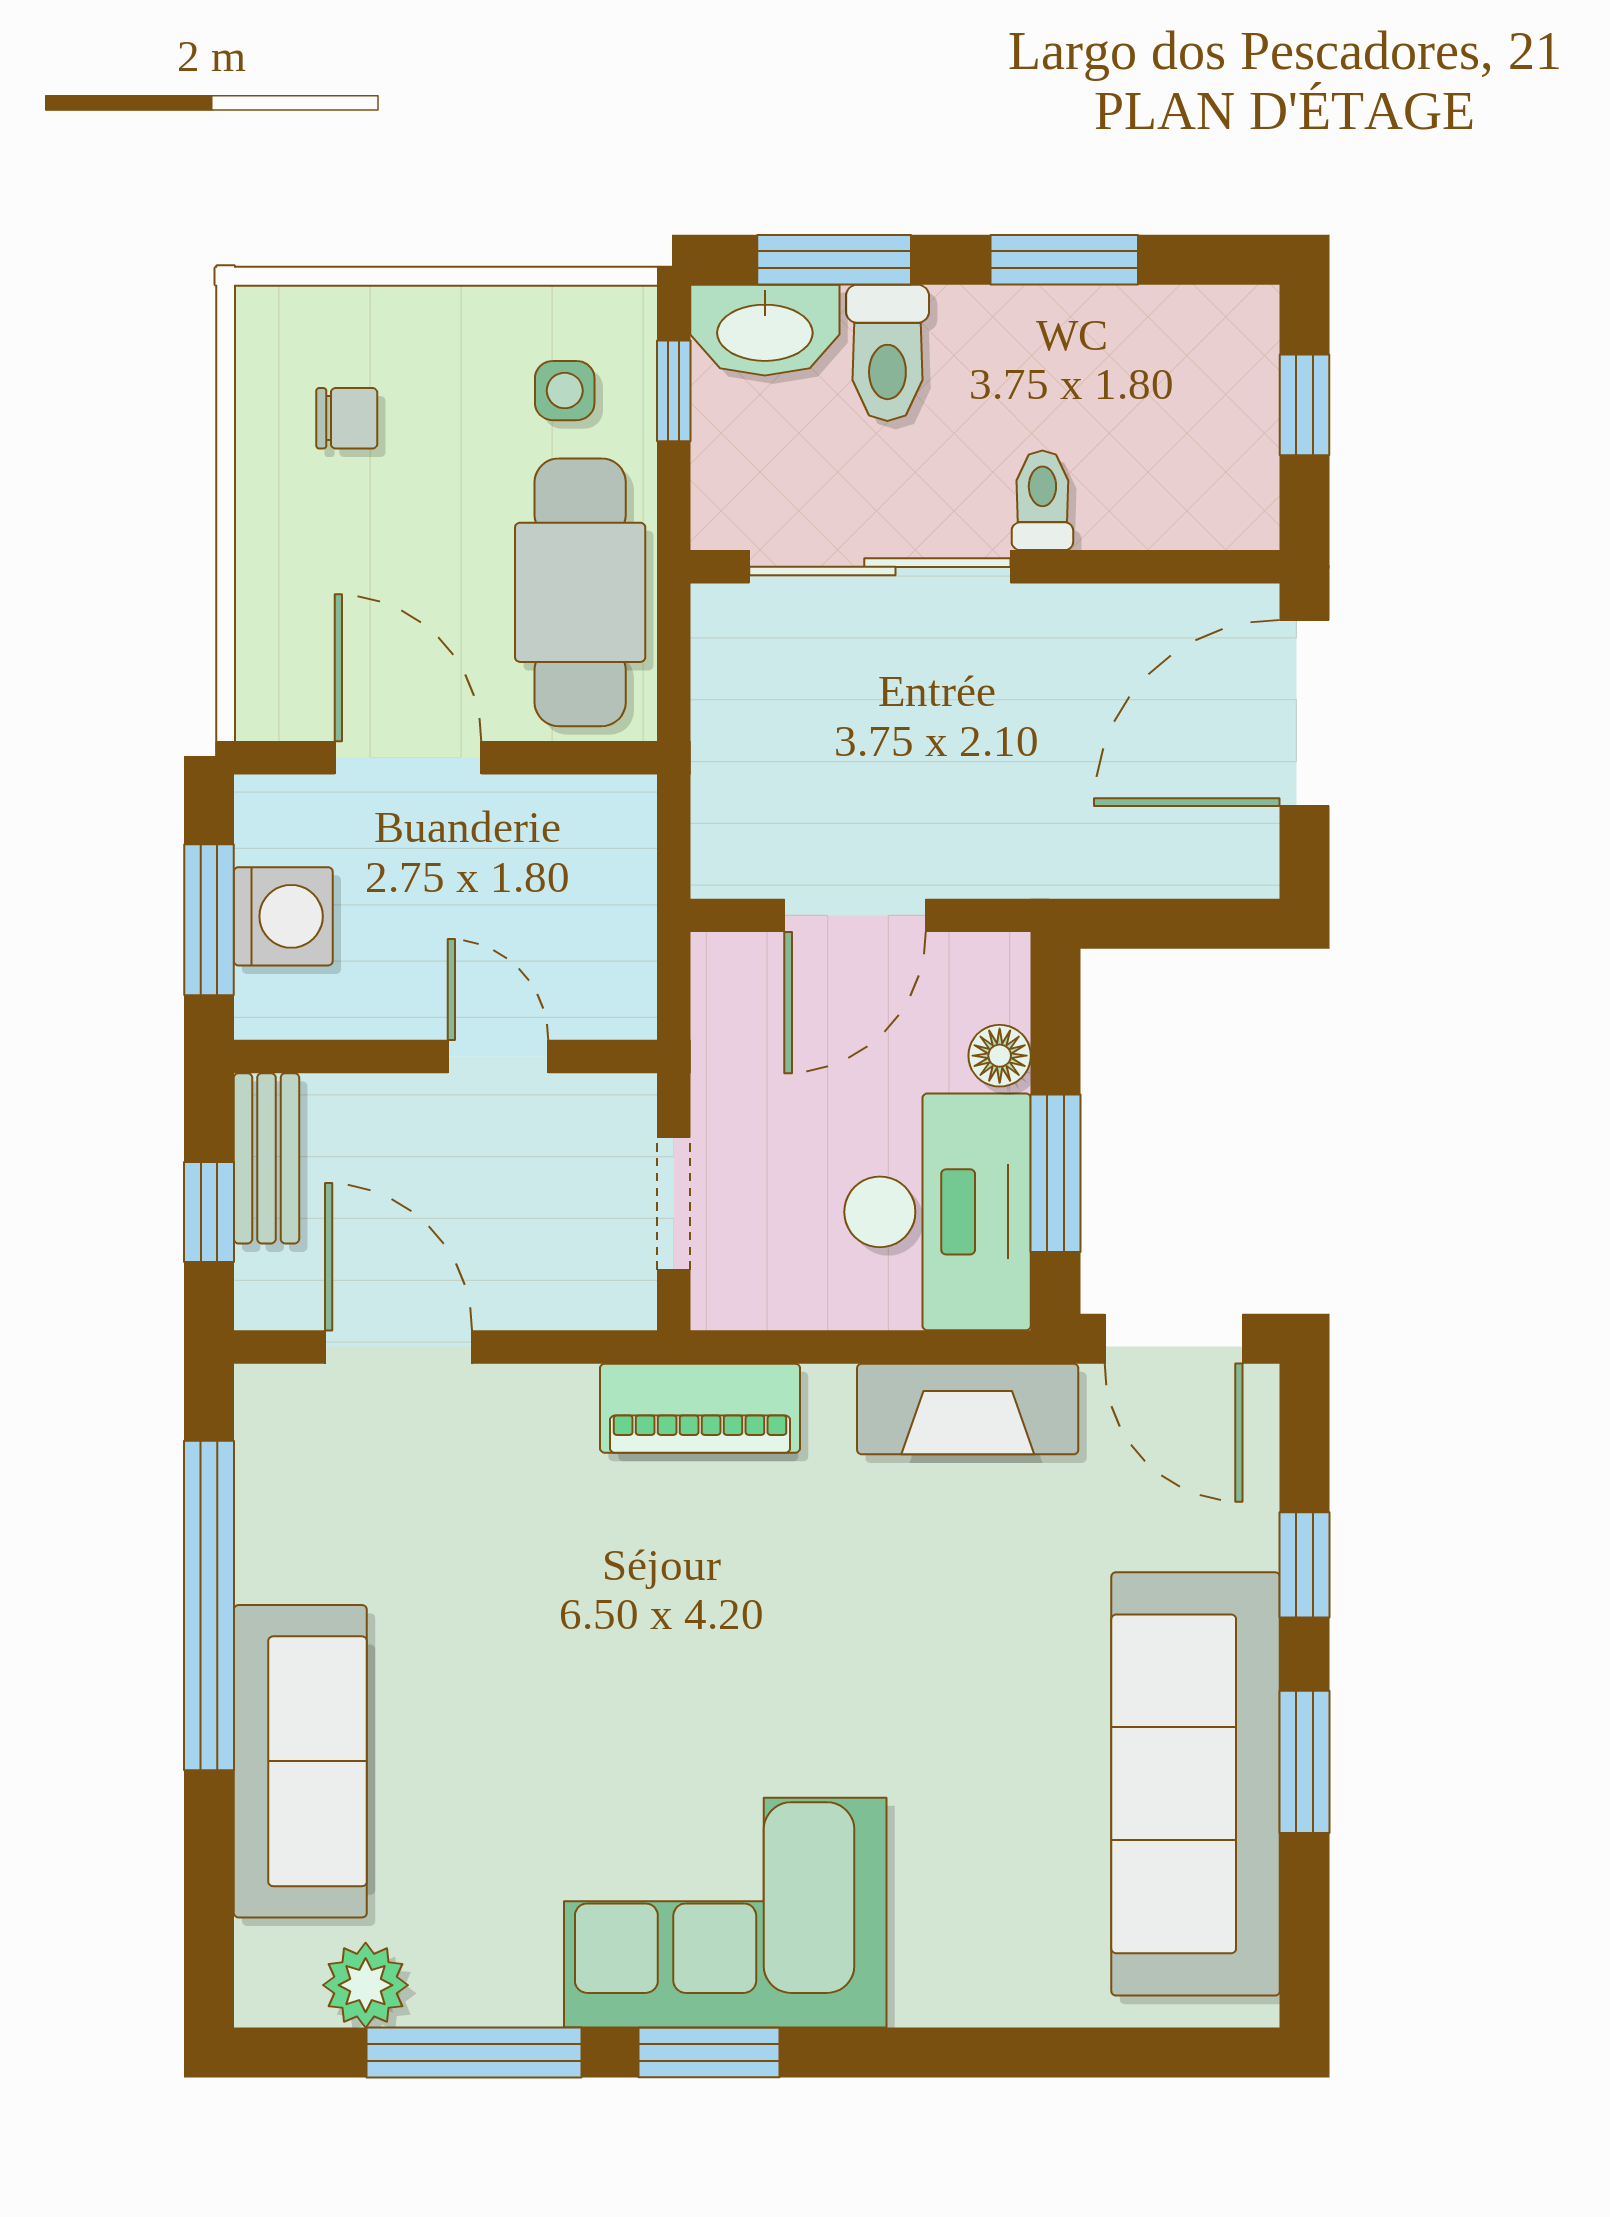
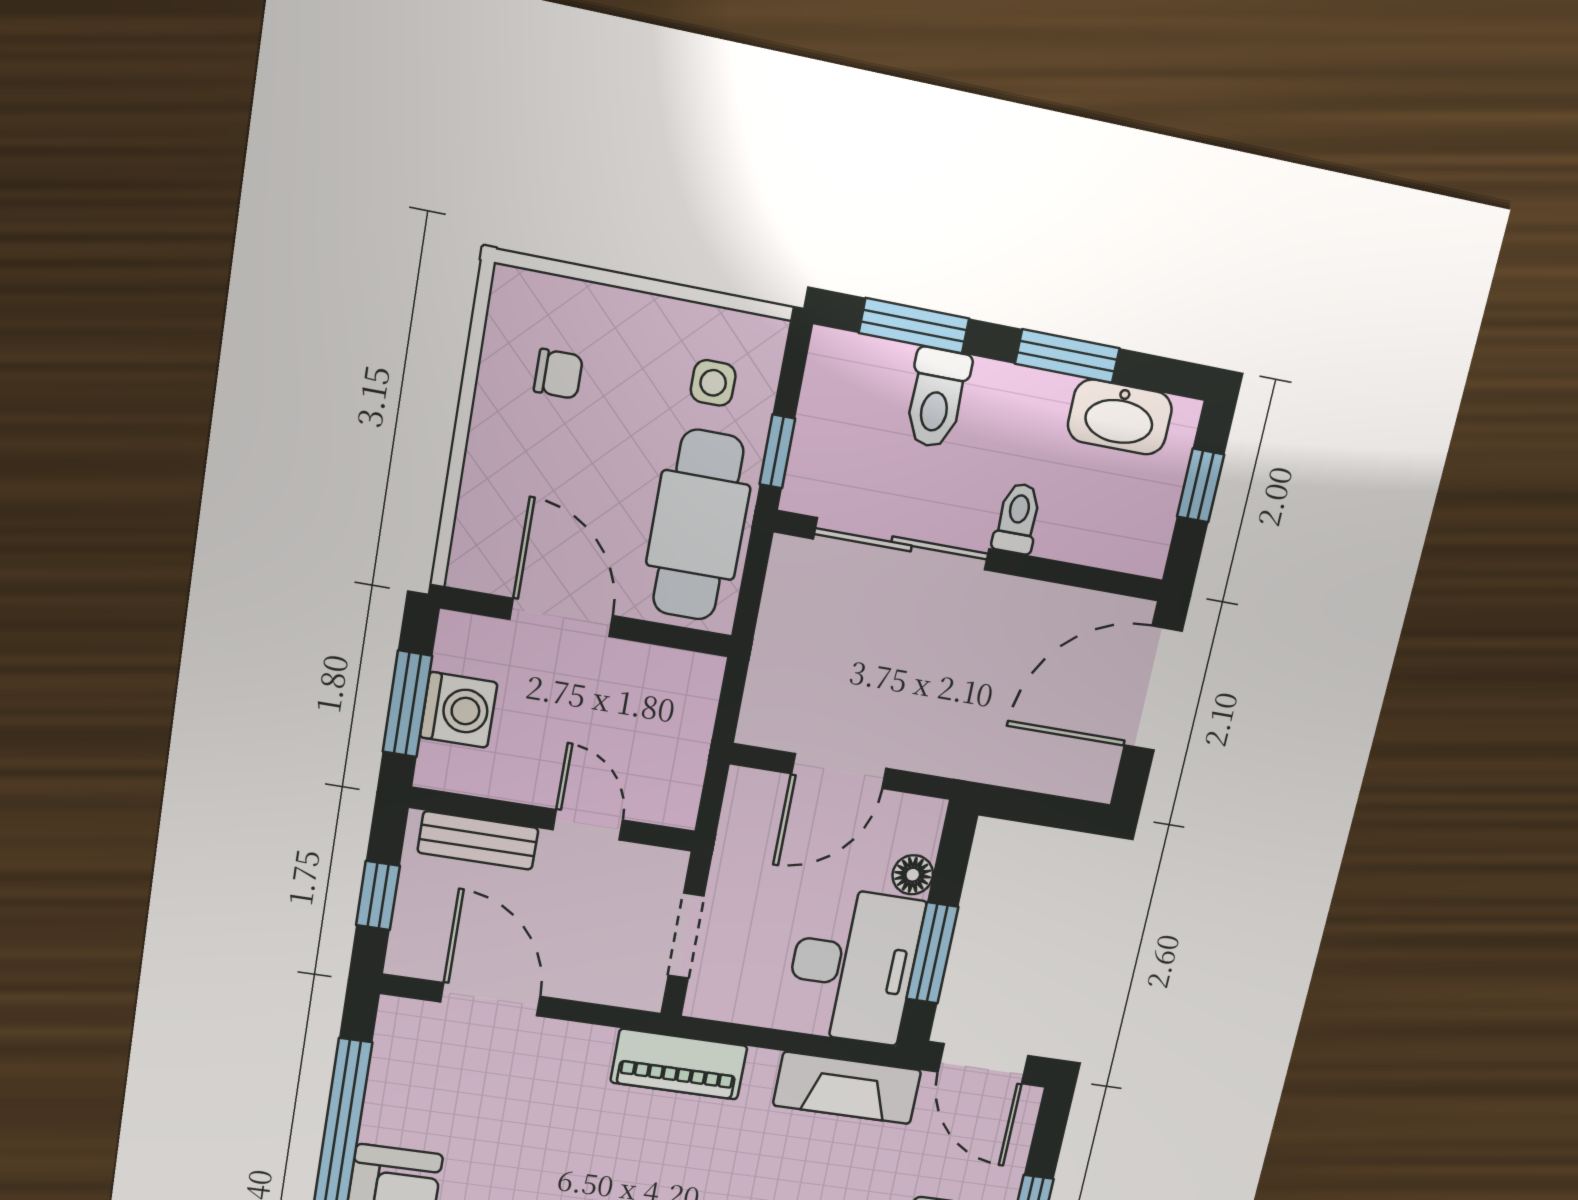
washbasin: (765, 330) -> (1120, 417), moved
window: (674, 391) -> (777, 452), moved
bench: (266, 1158) -> (478, 840), moved, turned 90

